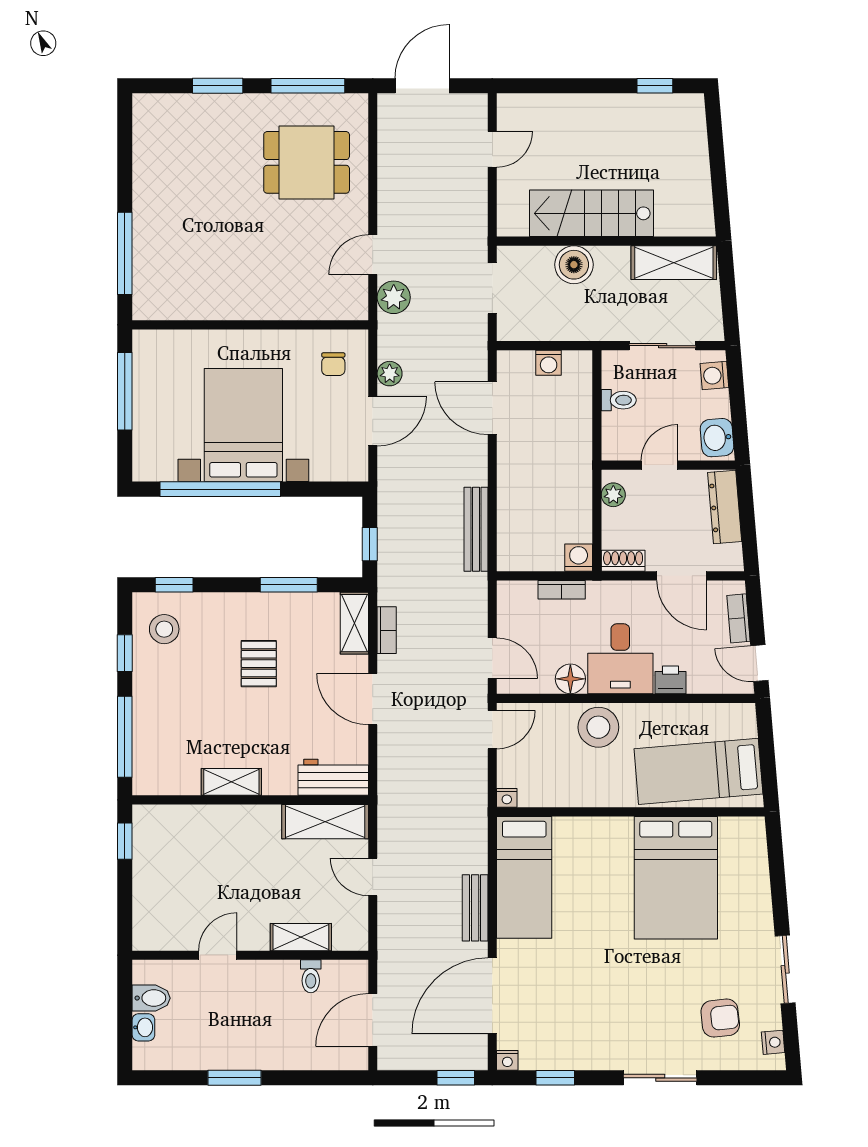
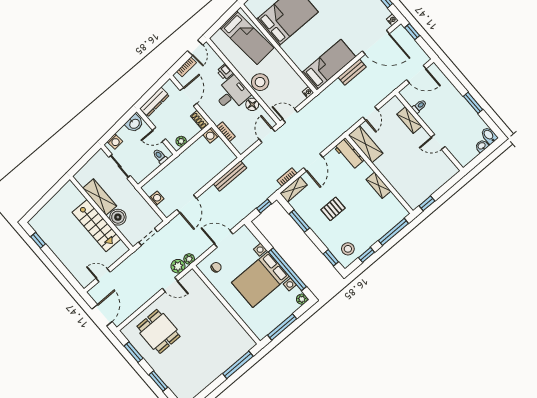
window: (308, 86) -> (133, 352), width x0.69
door: (422, 86) -> (102, 315), swing flipped
shelving: (674, 263) -> (100, 197), moved
plant: (390, 374) -> (189, 259), moved
toilet: (619, 400) -> (160, 156), moved
plant: (145, 469) -> (302, 299), added
bidet: (151, 998) -> (489, 135), moved

